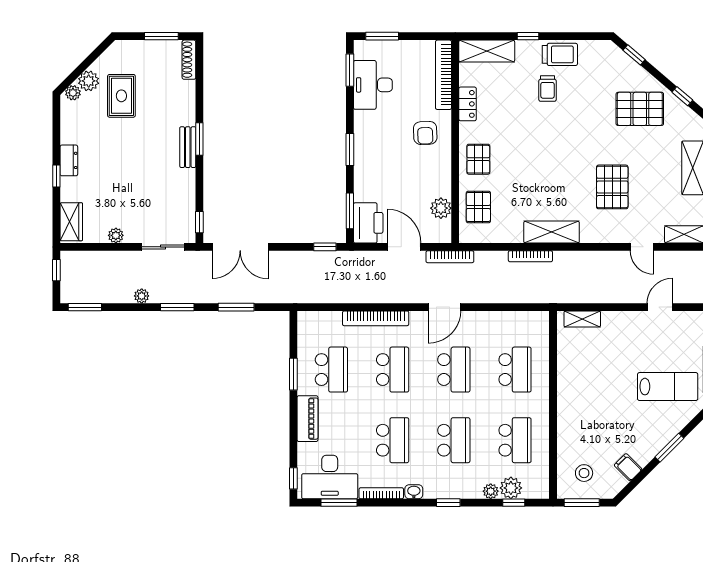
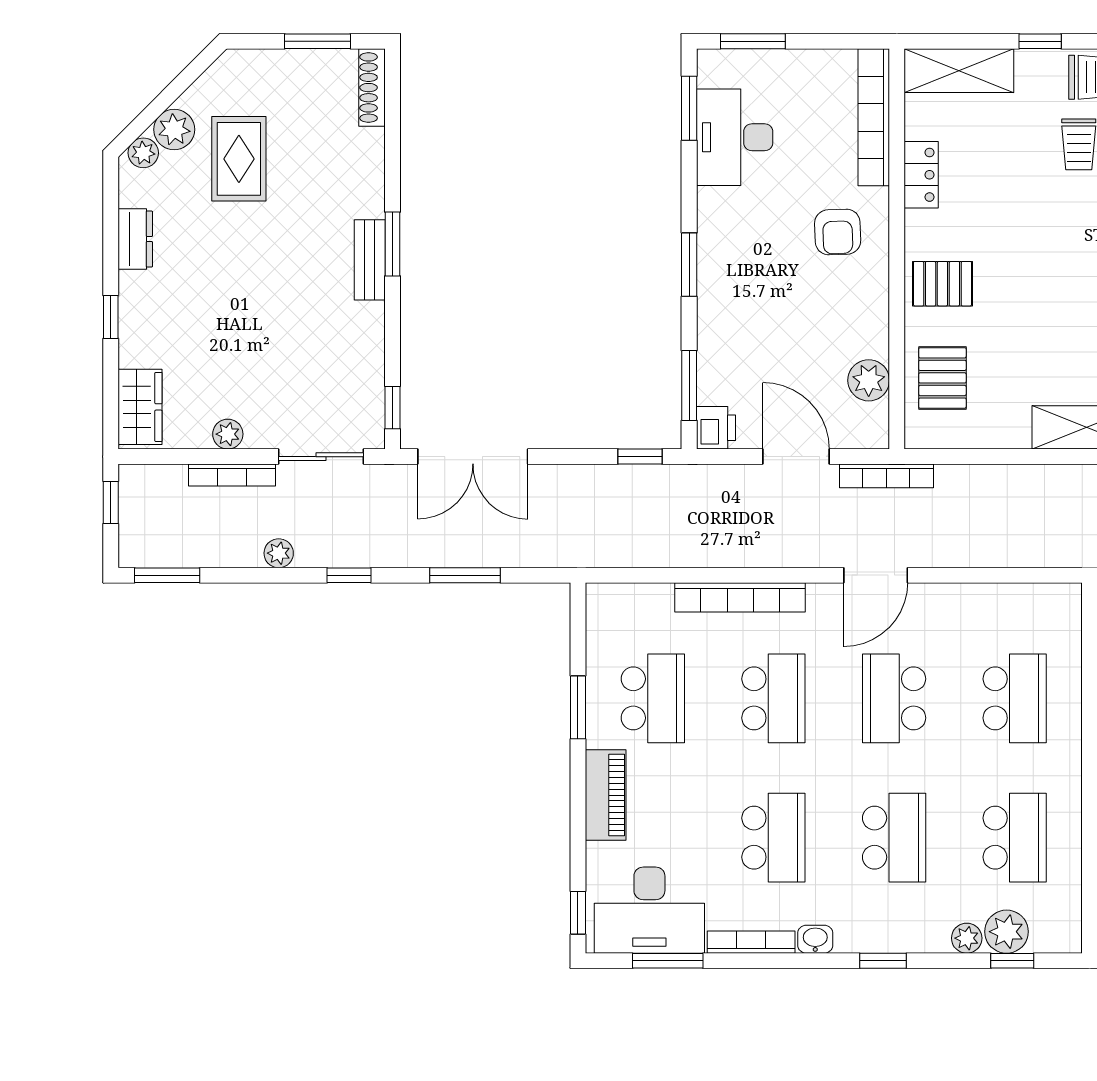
pallet: (478, 159) -> (942, 284), turned 90
dresser: (69, 160) -> (135, 239), moved
printer: (368, 223) -> (716, 428), width x0.53, depth x0.68
bookcase: (530, 256) -> (232, 475), moved
window: (177, 307) -> (349, 575), width x0.67
school desk: (454, 370) -> (894, 698), turned 180

